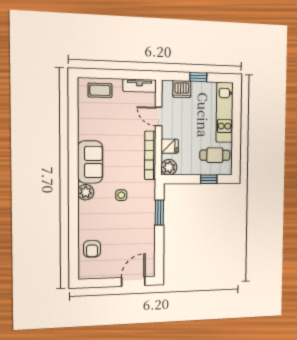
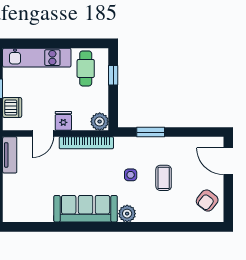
coffee table: (100, 90) -> (164, 178), moved
fridge: (170, 146) -> (63, 121), moved
sofa: (90, 162) -> (86, 209), width x1.36
armchair: (92, 249) -> (207, 201), moved, turned 128

